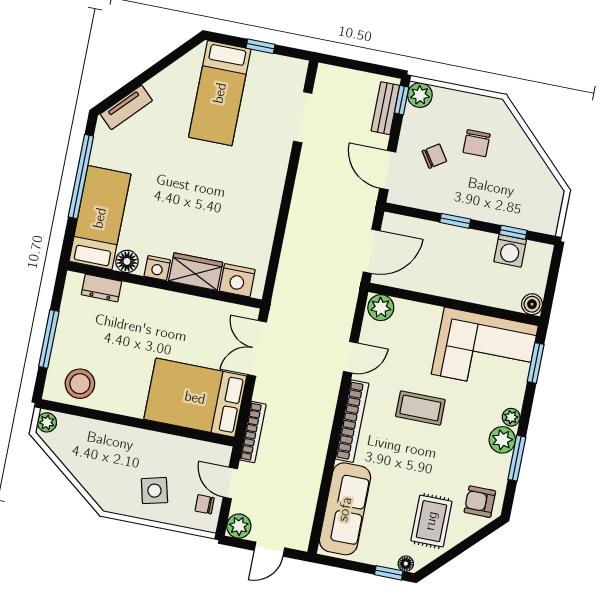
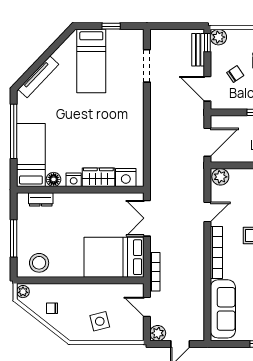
tv unit: (126, 107) -> (38, 77), width x1.41
chair: (205, 504) -> (52, 308), moved

